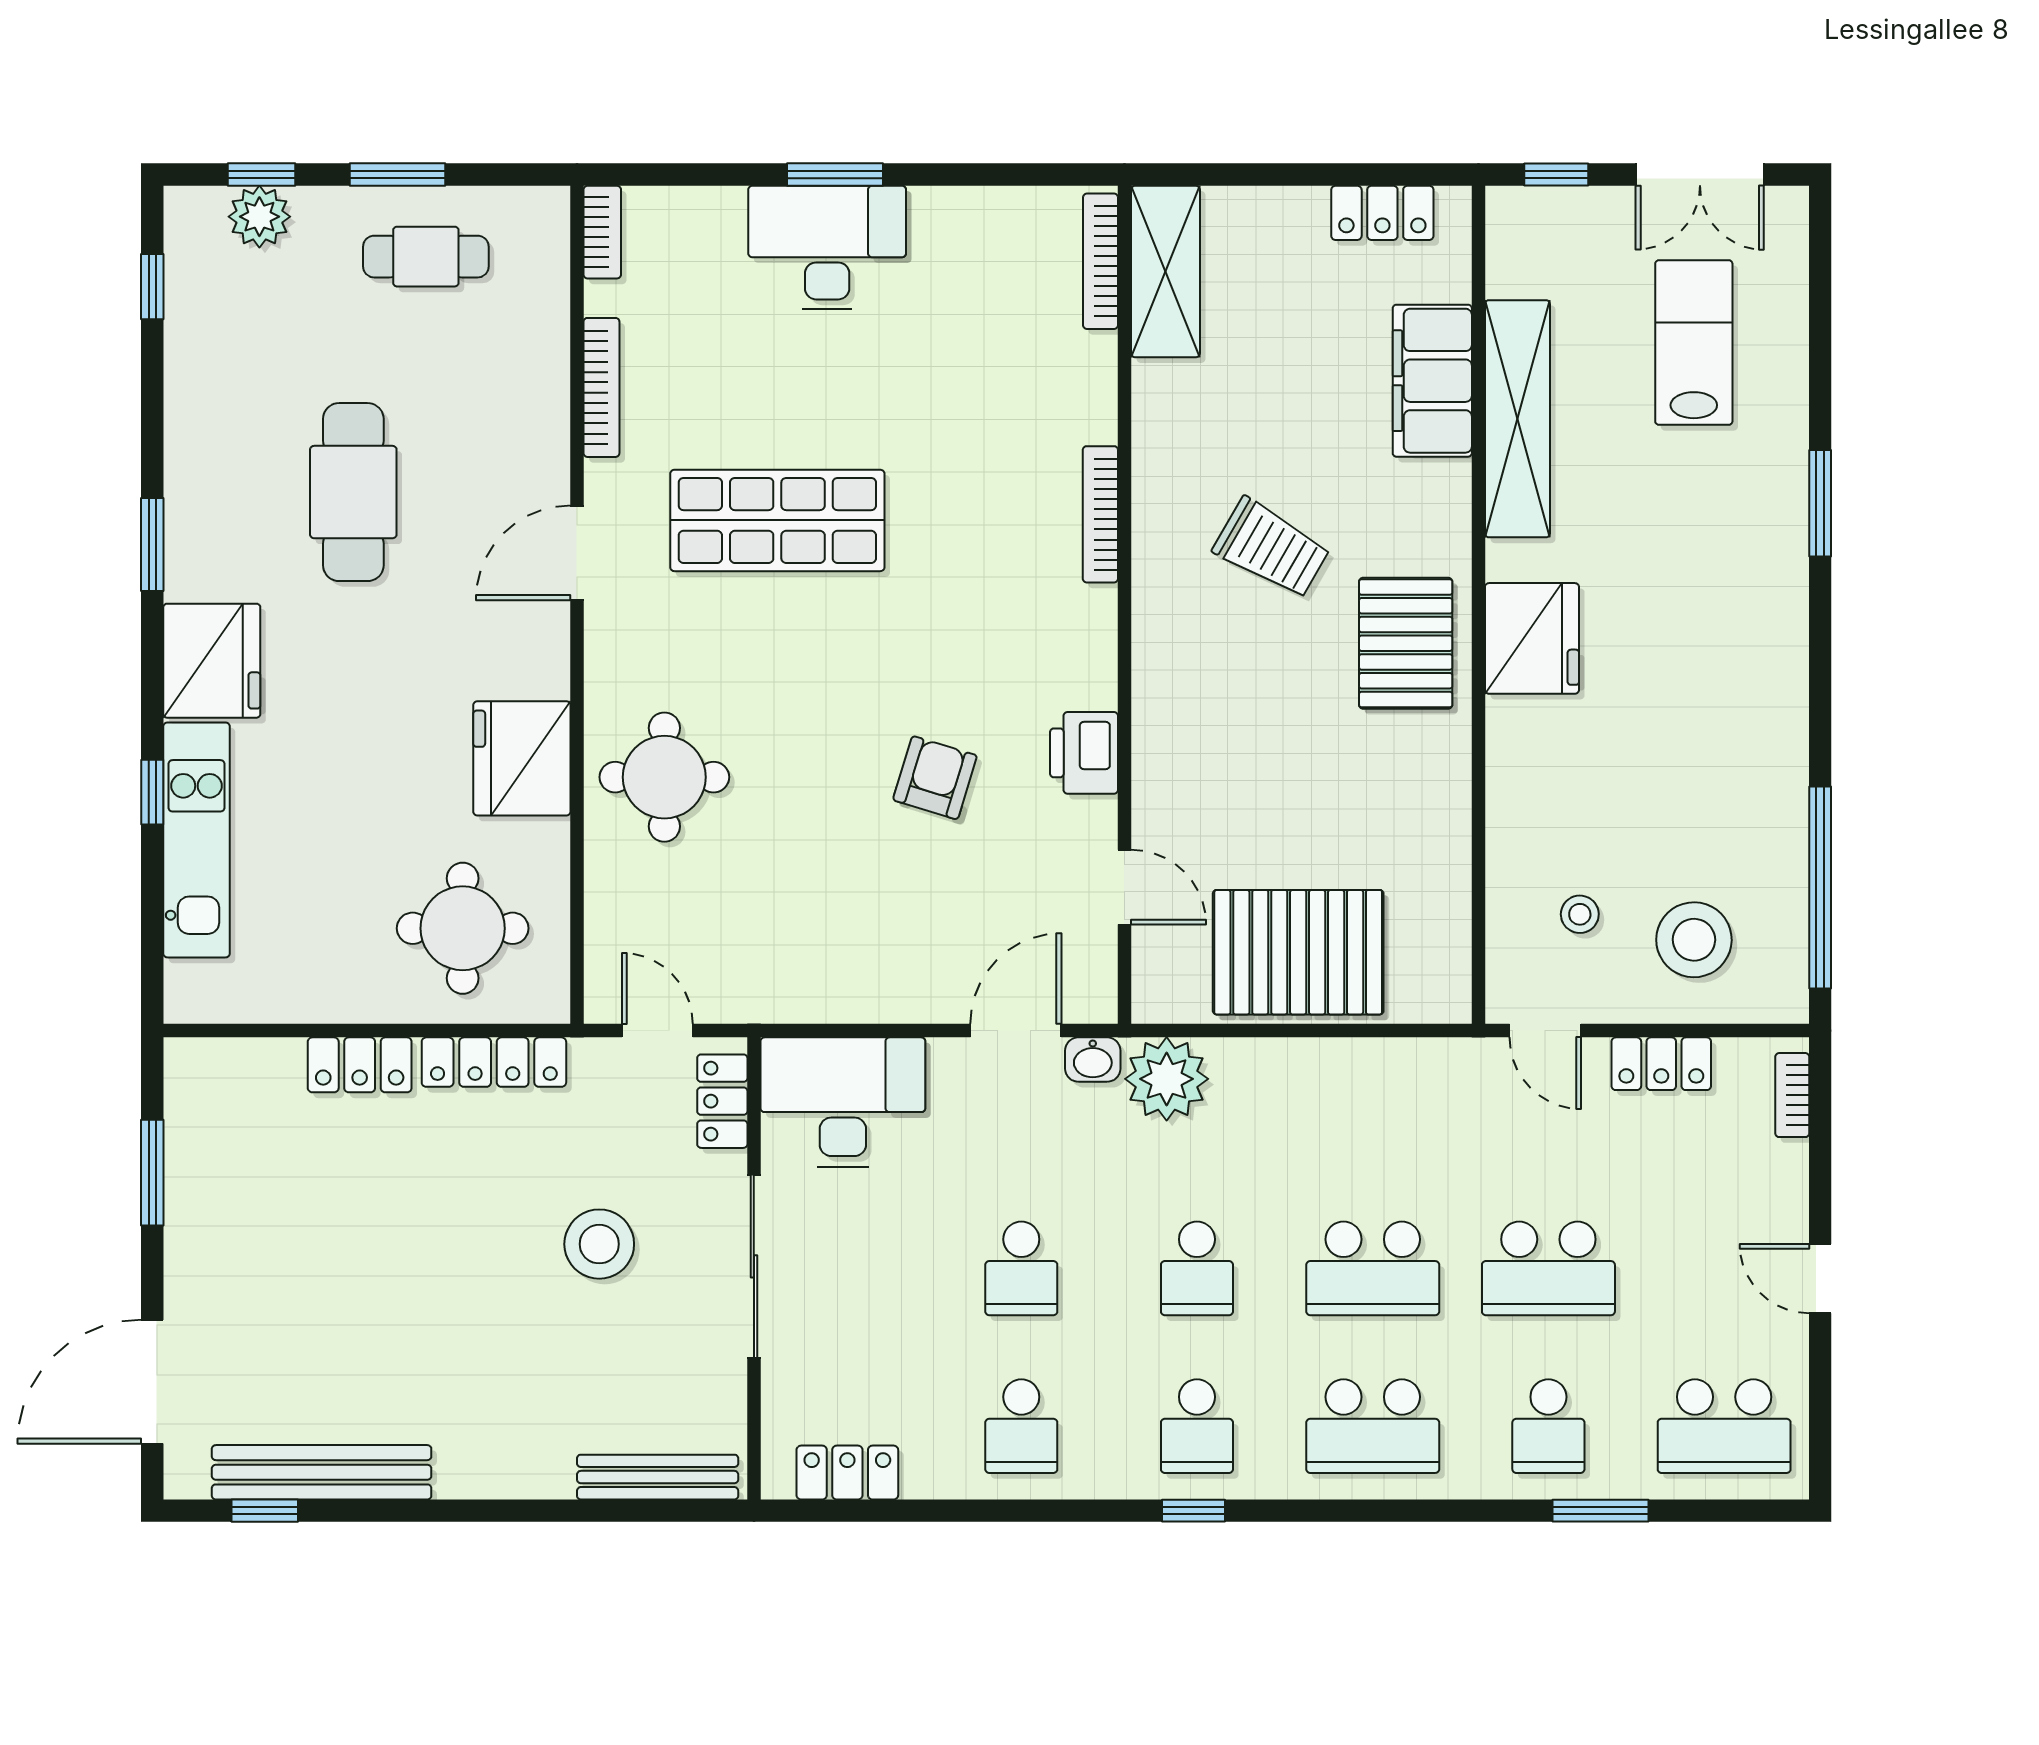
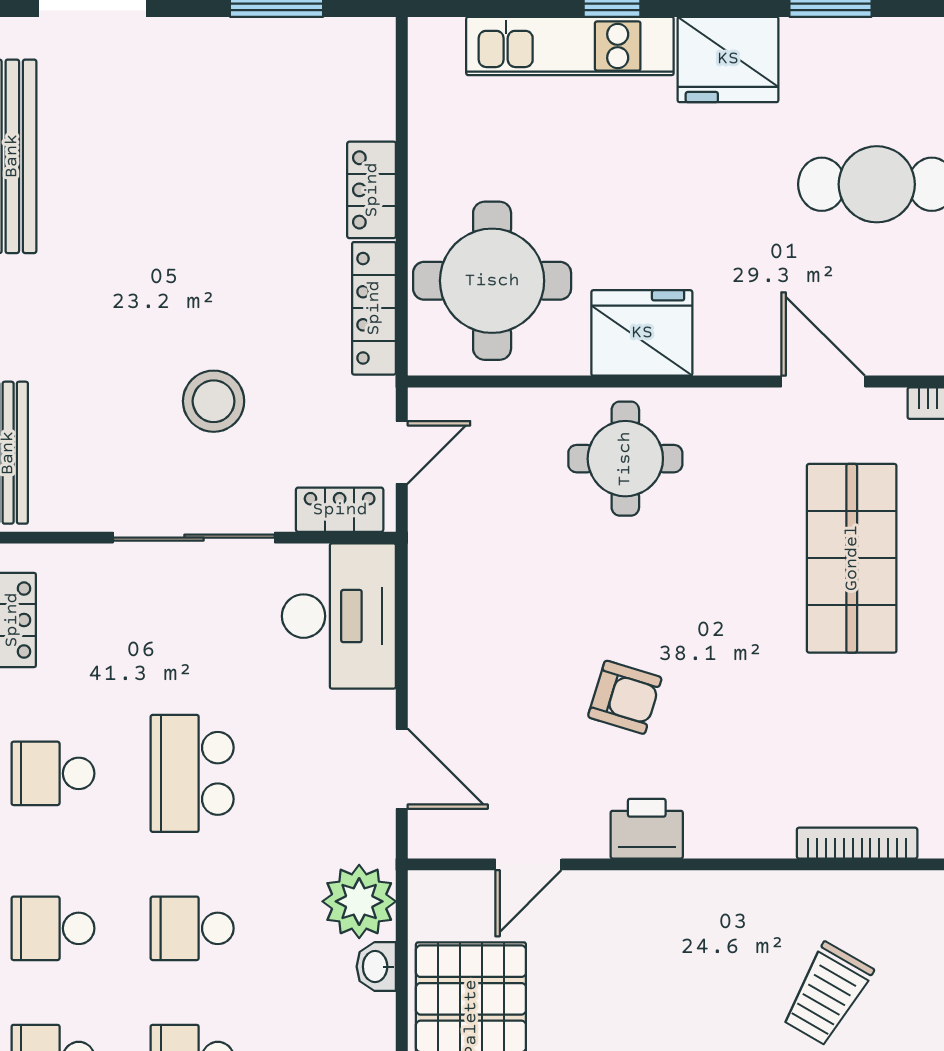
round table: (463, 928) -> (492, 281), width x1.36, depth x1.36
washbasin: (1093, 1060) -> (376, 967), moved
school desk: (1021, 1268) -> (192, 773), width x1.85

